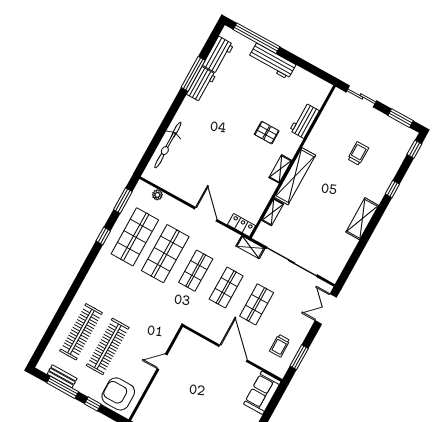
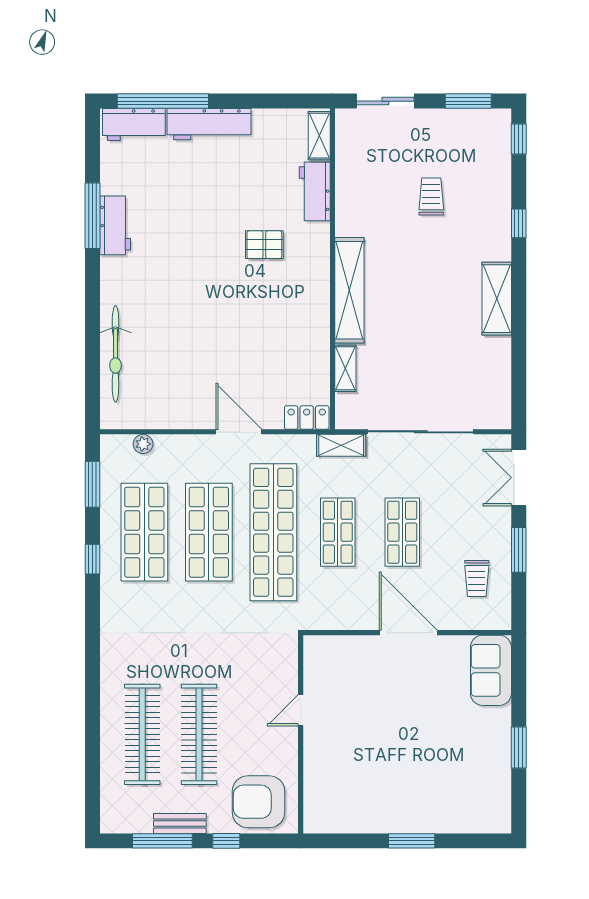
workbench: (218, 55) -> (134, 125), moved, turned 90
shelving: (280, 169) -> (319, 136), moved
shop shelf: (196, 271) -> (273, 532), width x2.00, depth x1.36
window: (299, 357) -> (519, 550), moved
bench: (62, 376) -> (180, 823), moved

